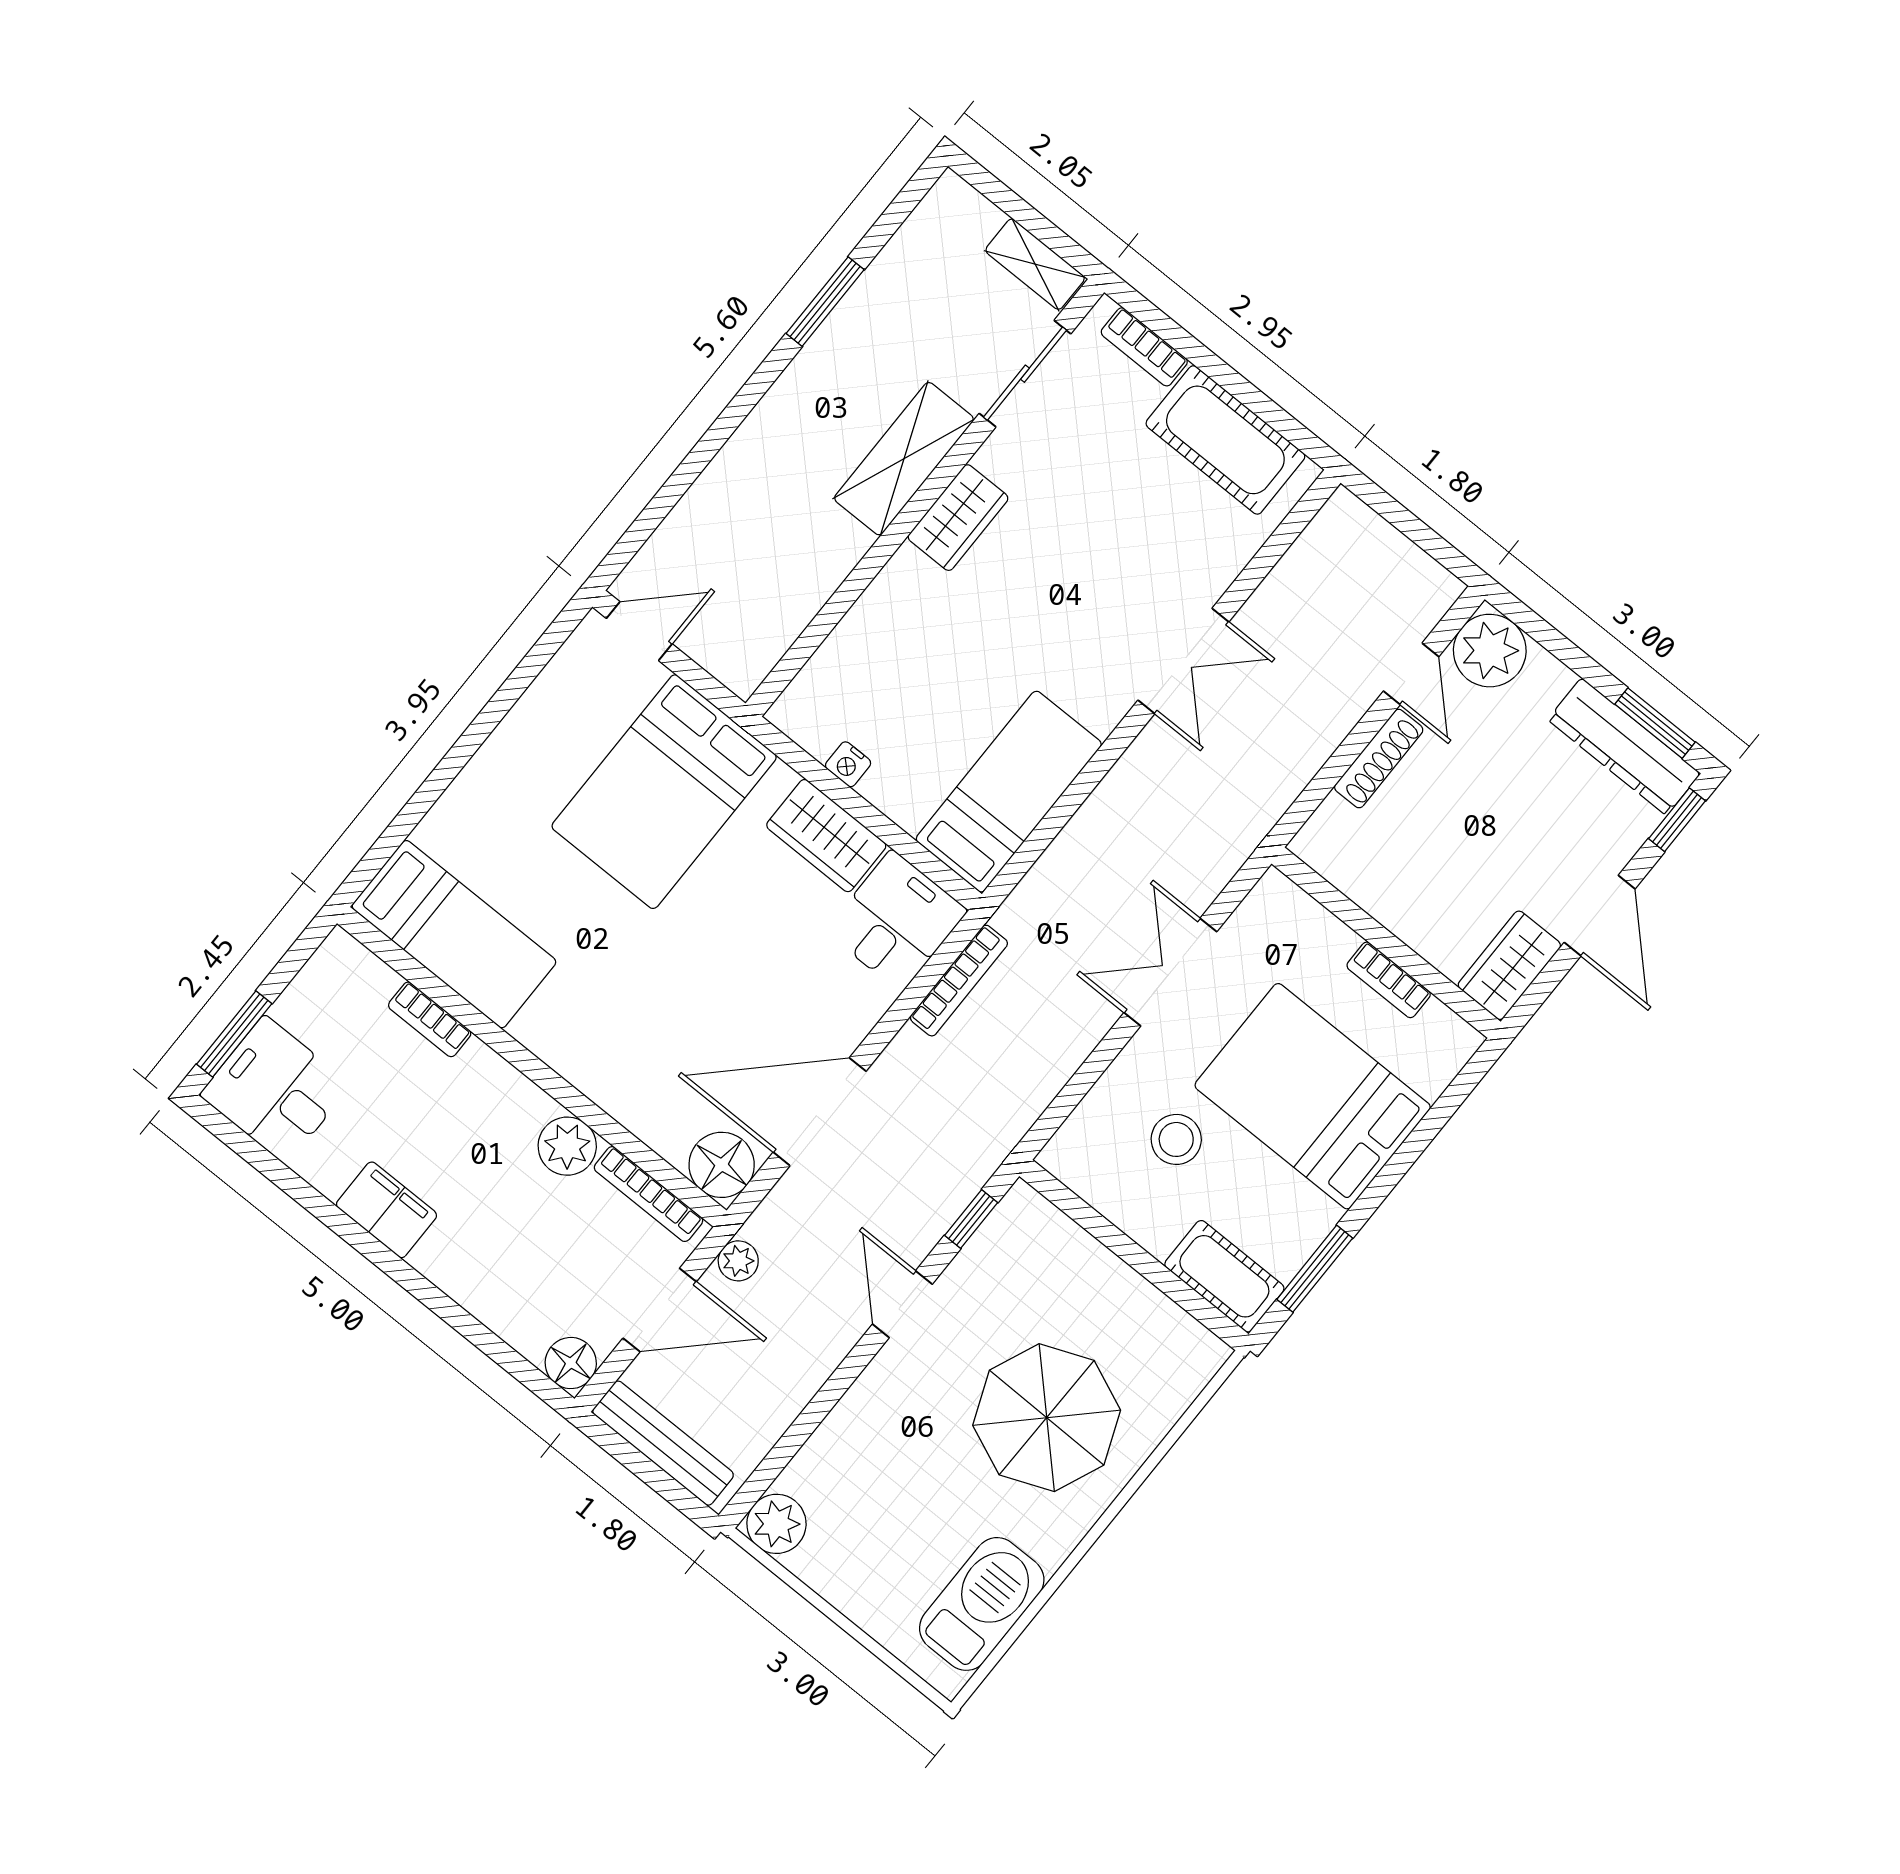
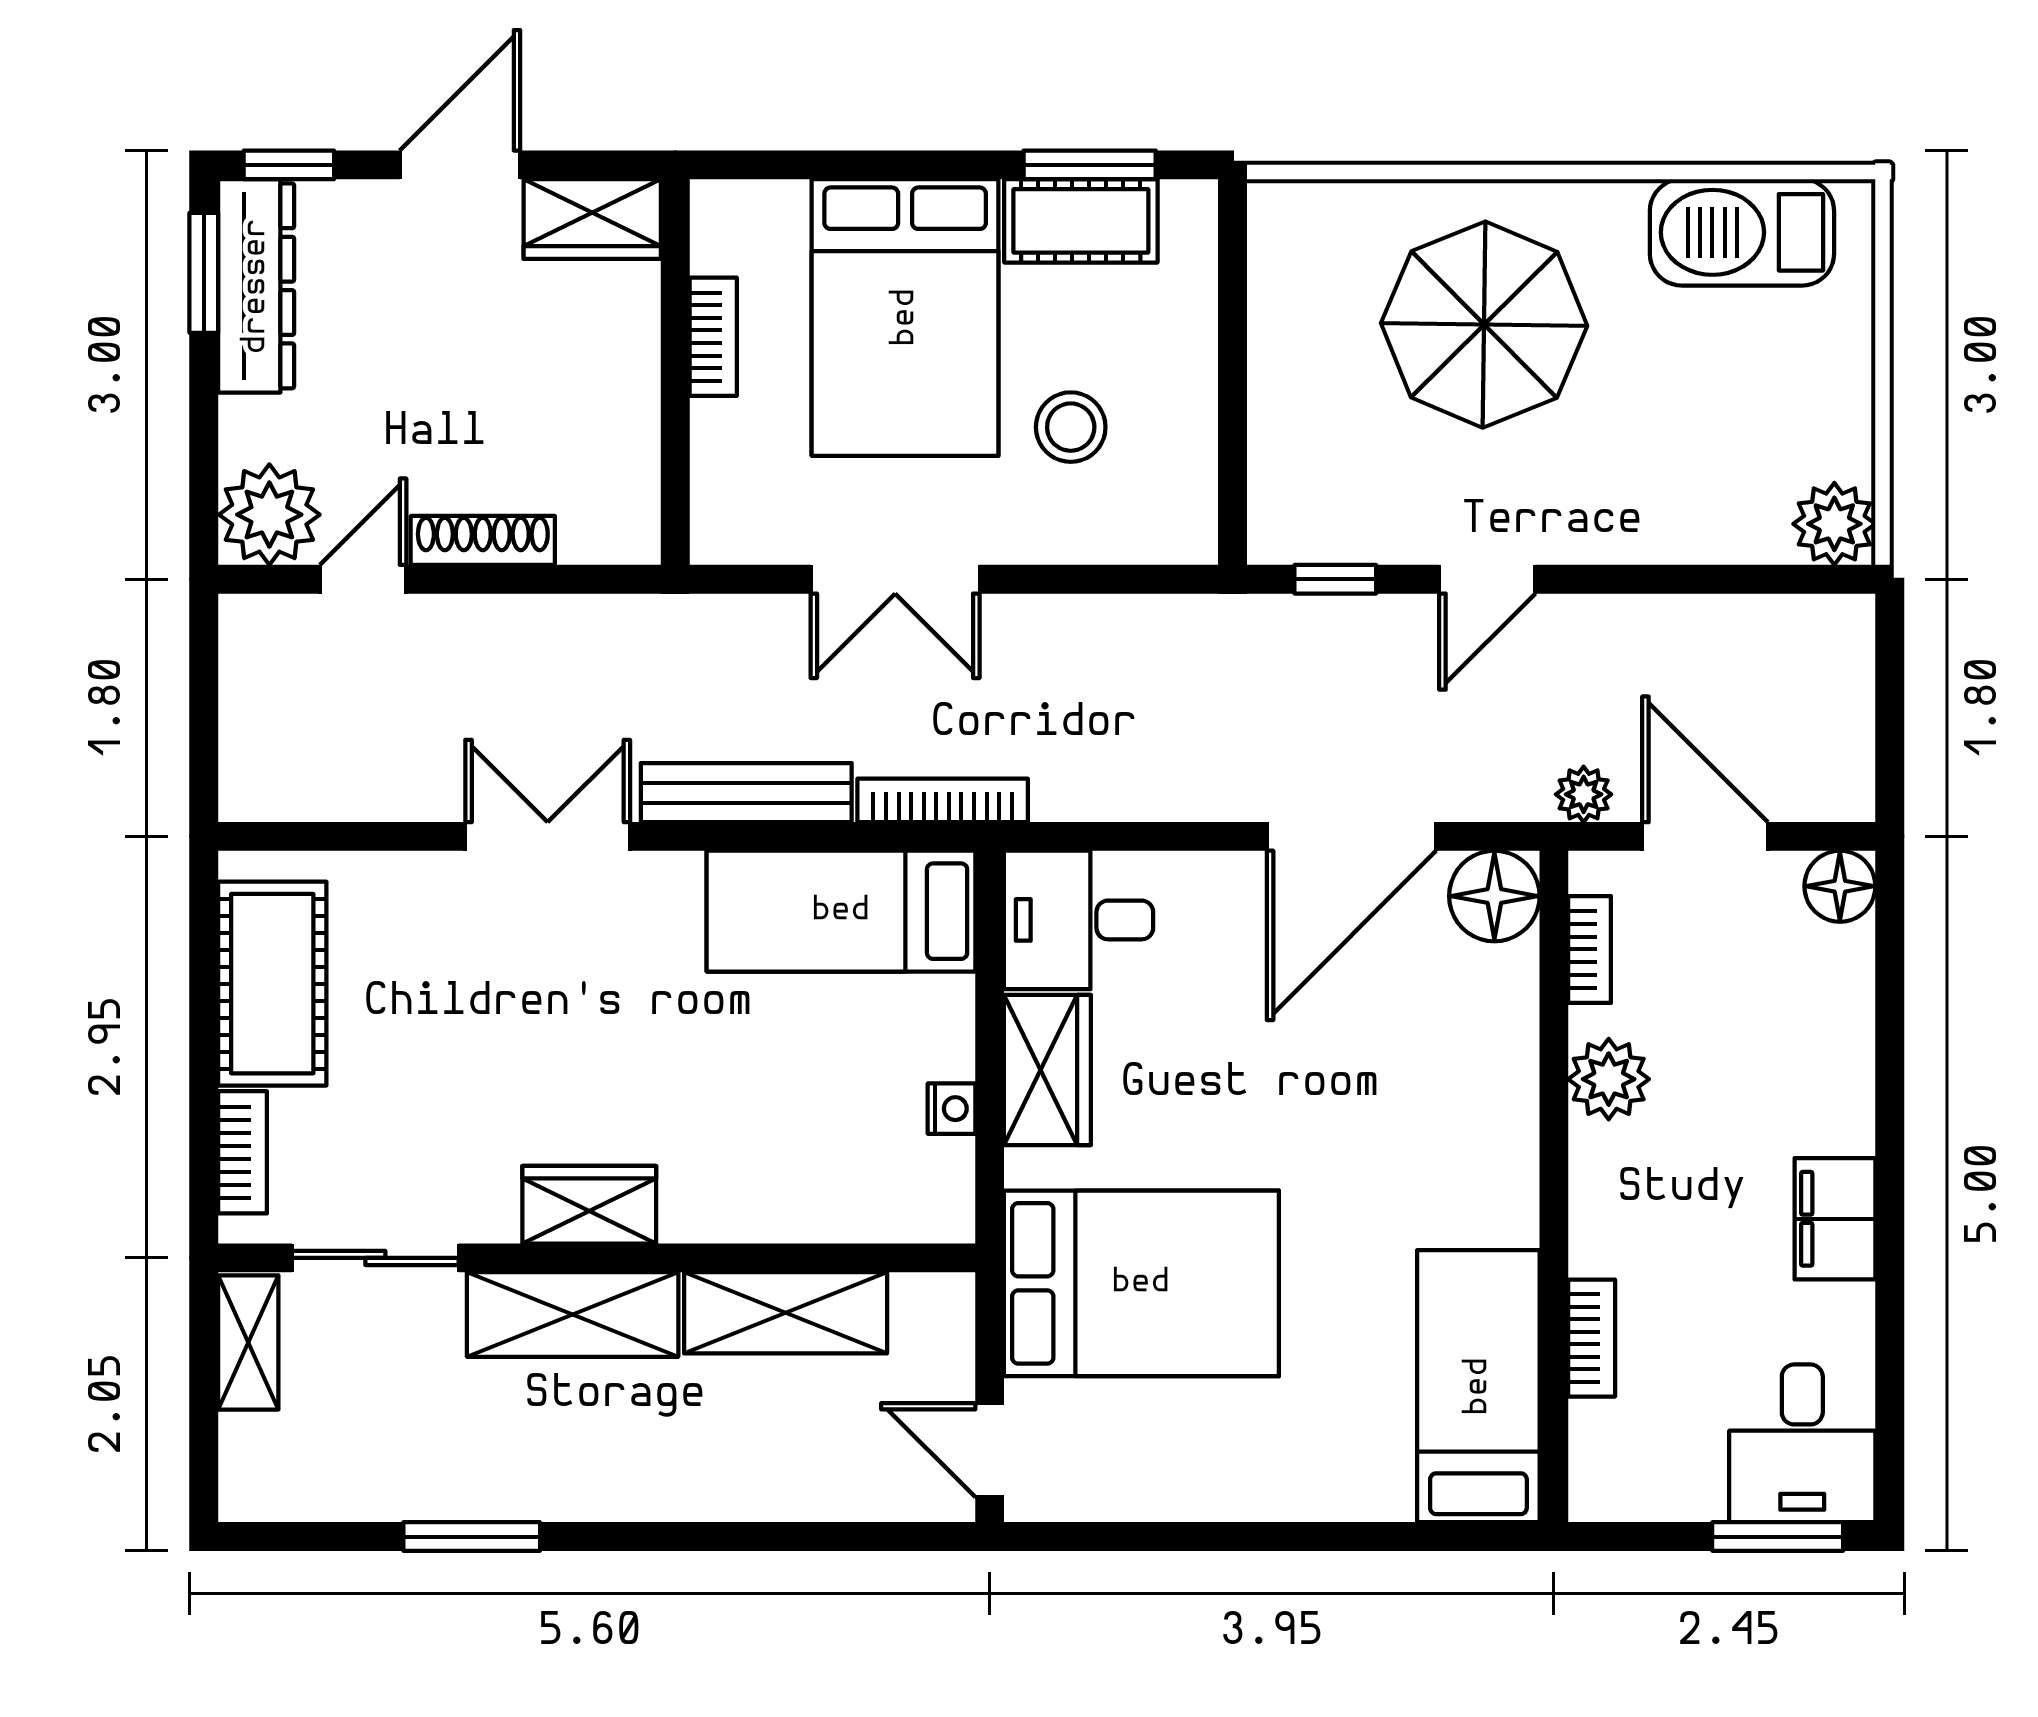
shelving: (809, 579) -> (786, 1313), added
bookcase: (959, 981) -> (943, 800), moved
door: (820, 1112) -> (1352, 836), hinge flipped
bookcase: (649, 1194) -> (1590, 949), width x0.64
cot: (1224, 1276) -> (1081, 221), moved, turned 90
bench: (663, 1443) -> (746, 793), moved, turned 90

